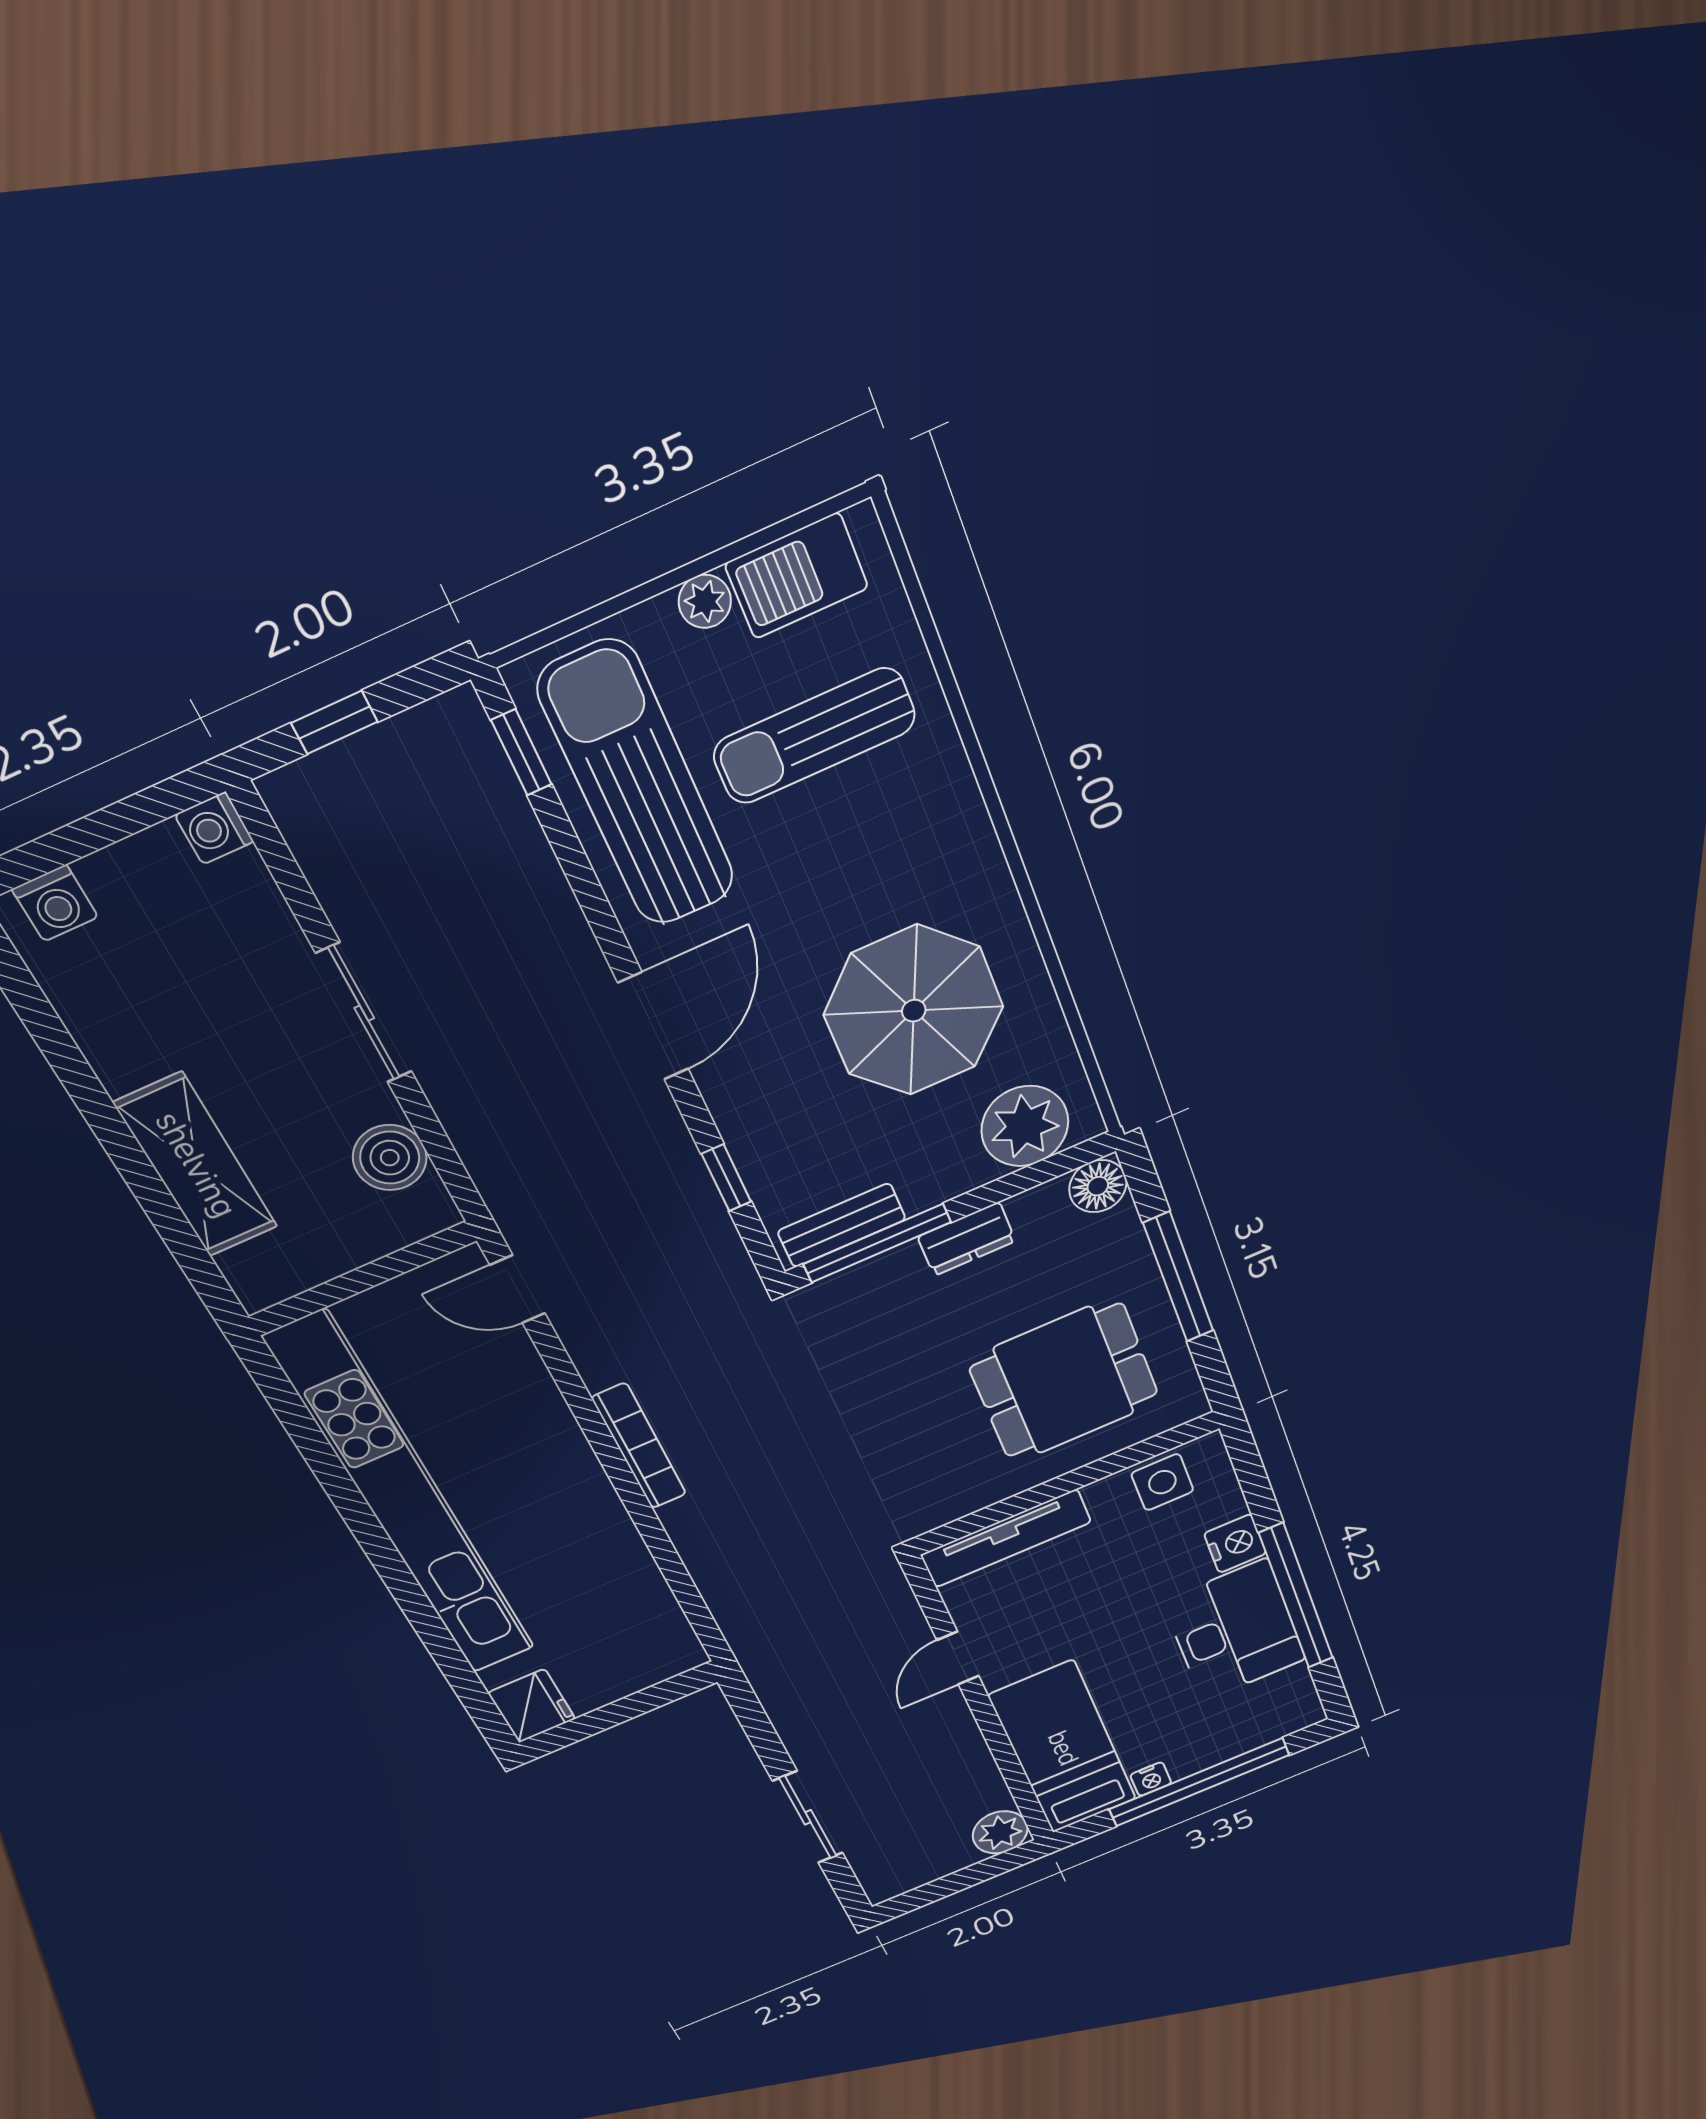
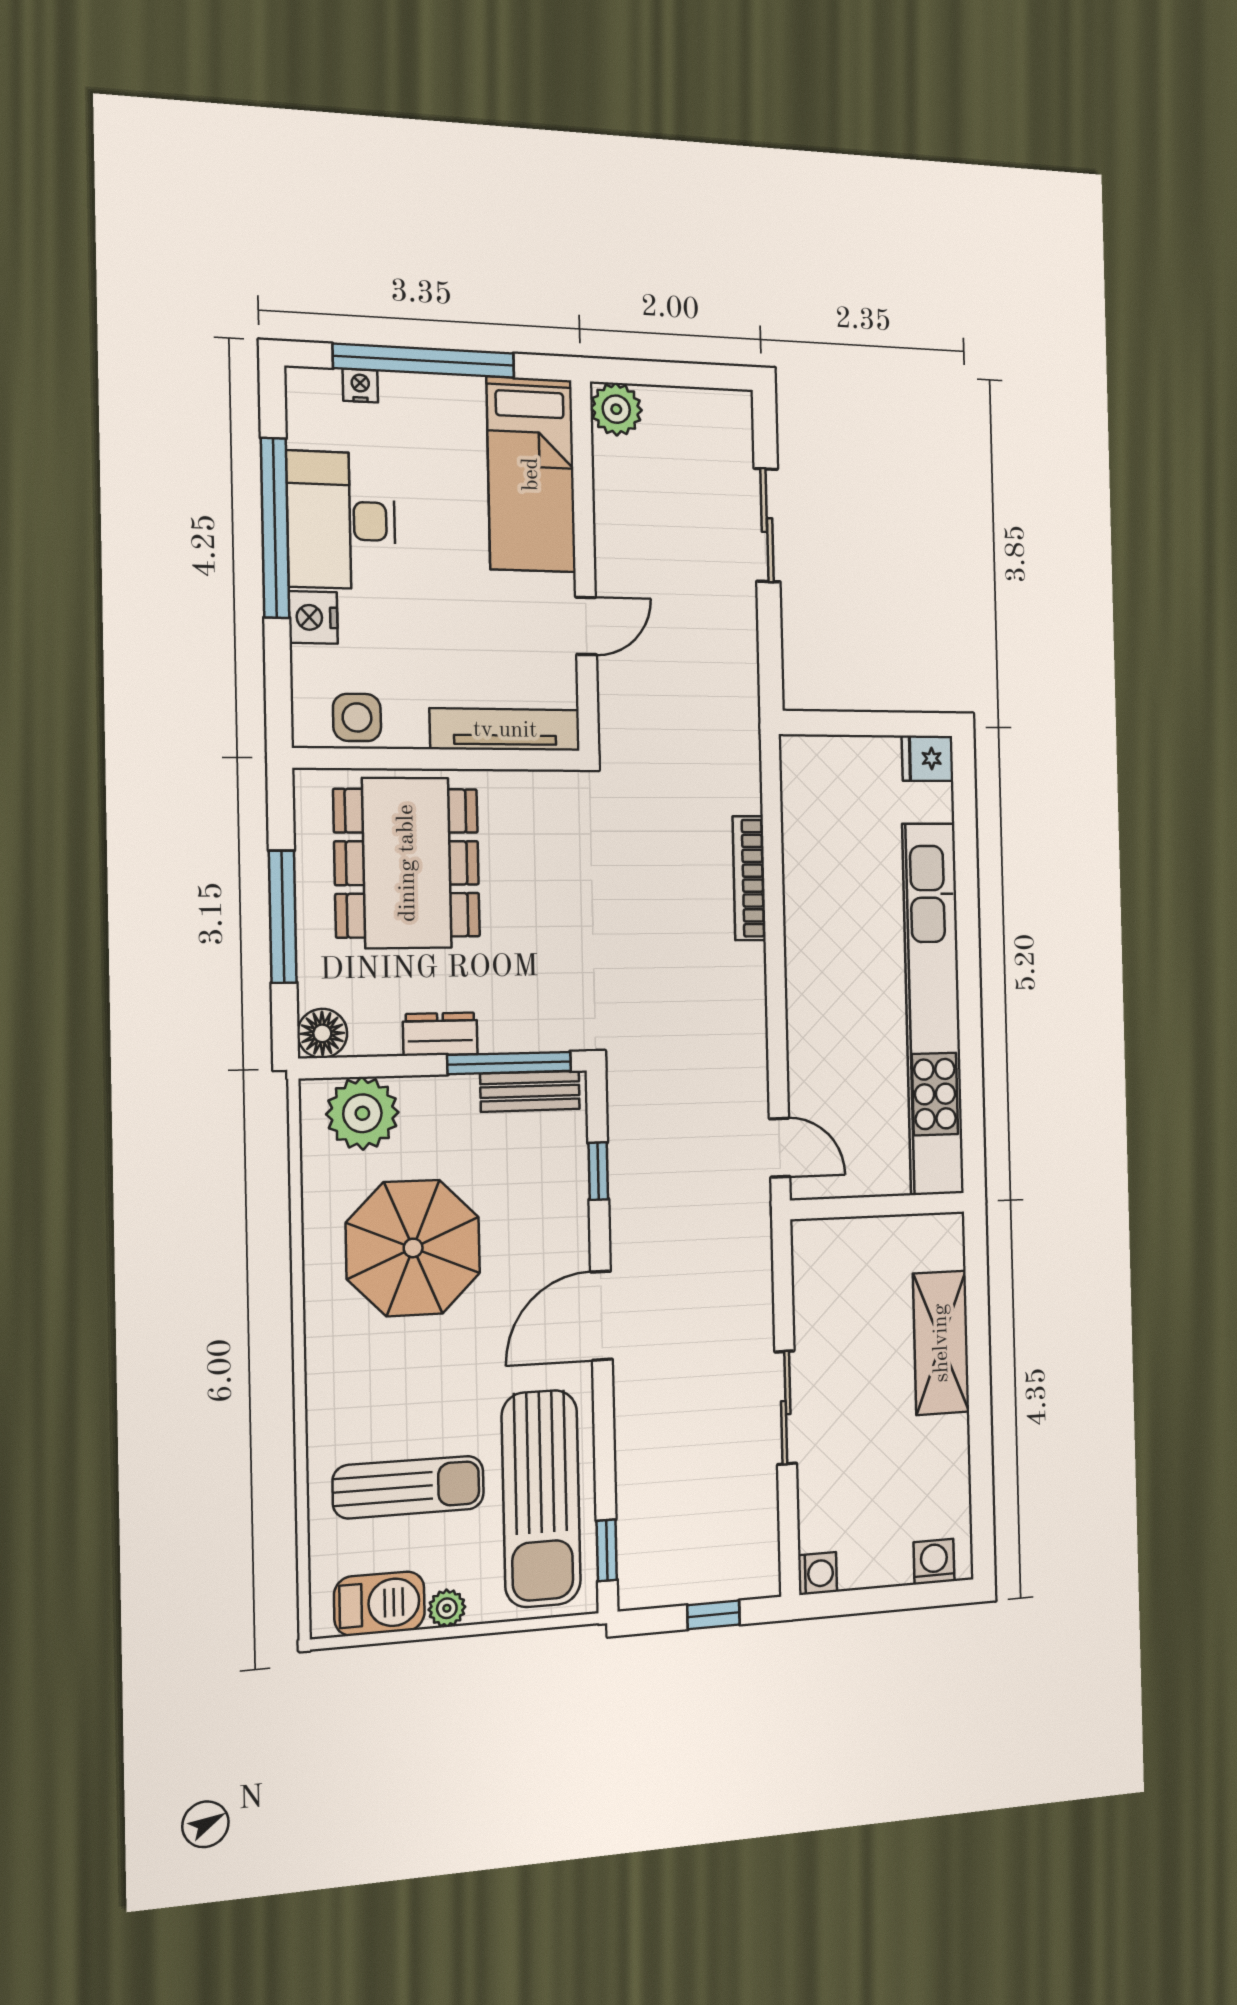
boiler: (390, 1158) -> (818, 1293), removed
dining table: (1064, 1381) -> (407, 863), width x1.38
bookcase: (639, 1446) -> (749, 878), moved
fridge: (532, 1706) -> (928, 758), width x0.72
nightstand: (1151, 1779) -> (360, 386), moved

